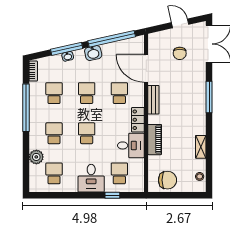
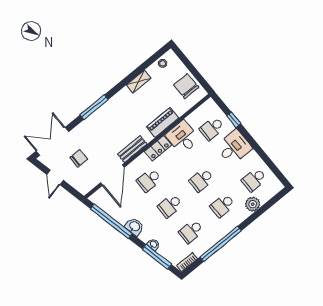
window: (67, 49) -> (157, 257), moved

